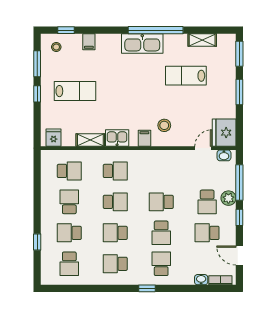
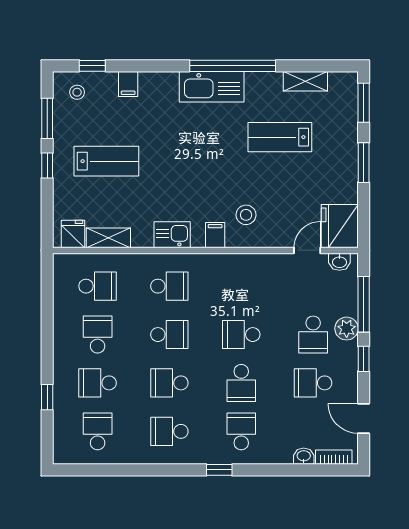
shelving: (90, 140) -> (108, 238), moved
school desk: (69, 264) -> (98, 431), turned 180

